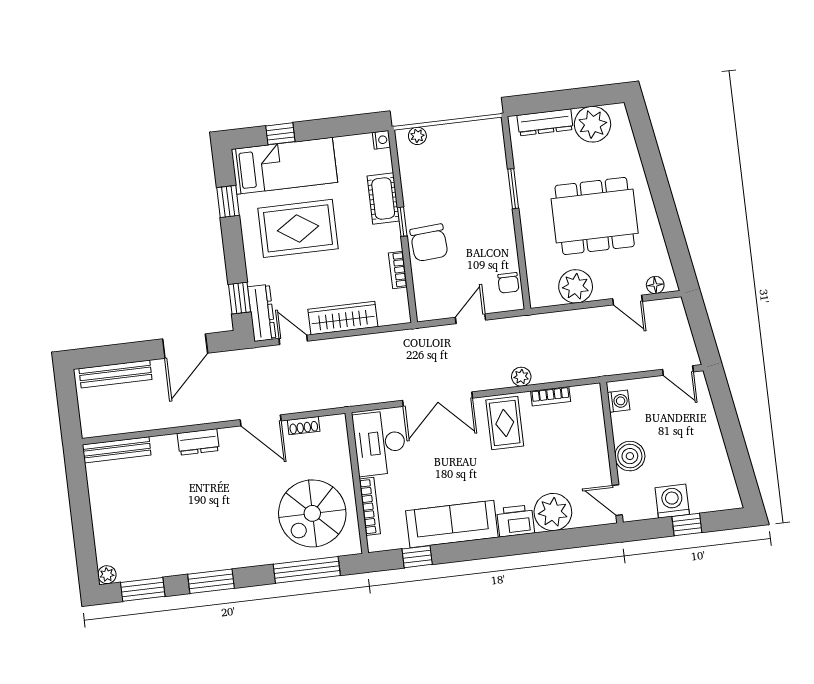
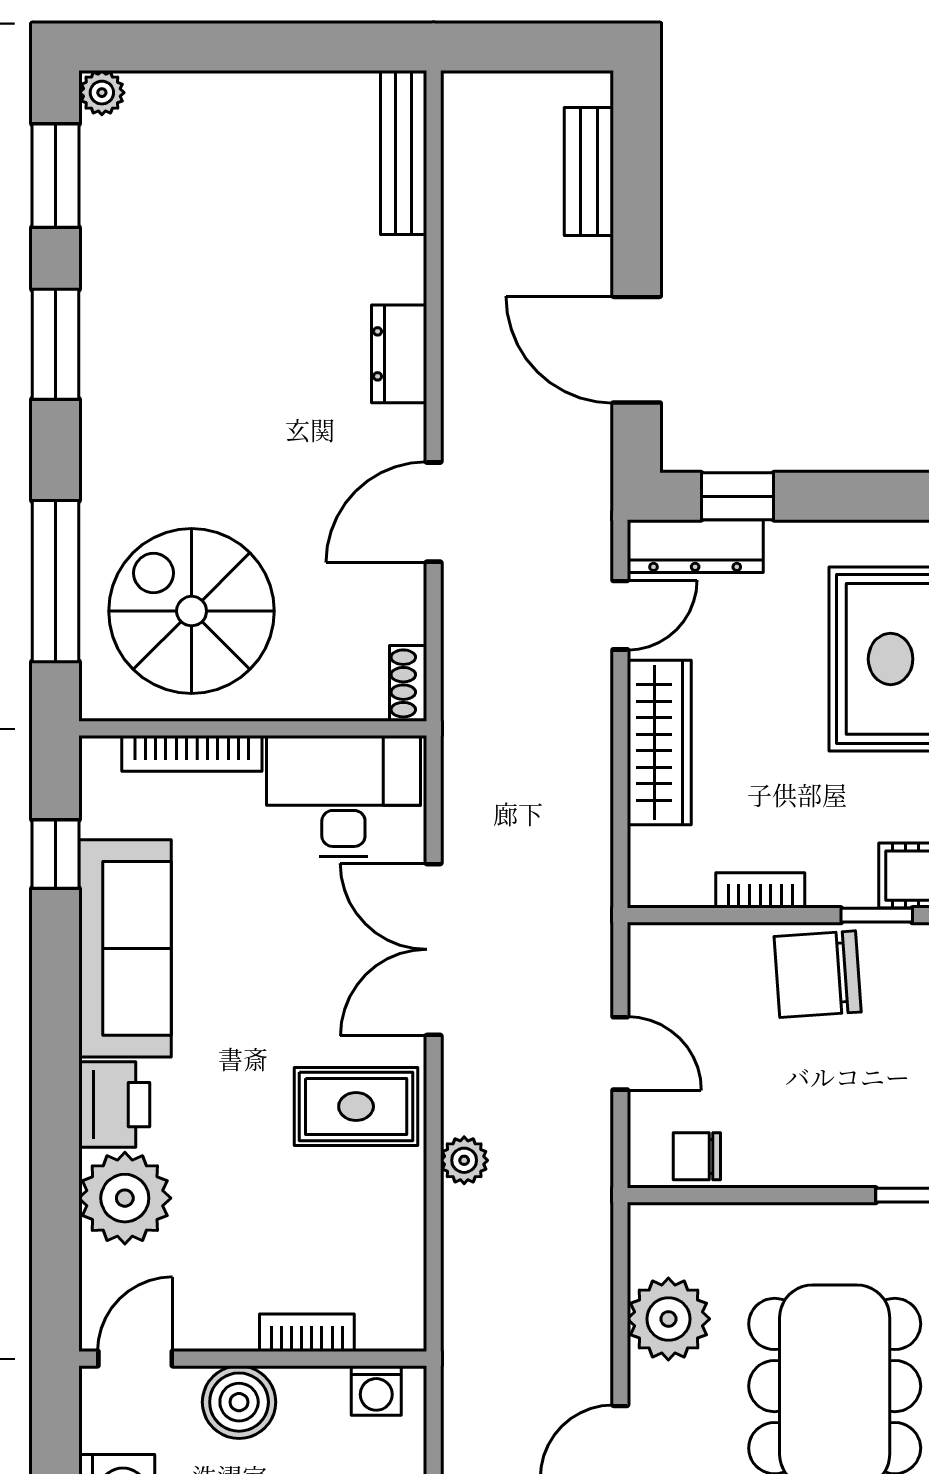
bench: (115, 374) -> (589, 172), width x0.73
bookcase: (551, 396) -> (307, 1333), moved, turned 90
shoe rack: (304, 426) -> (408, 683), moved

